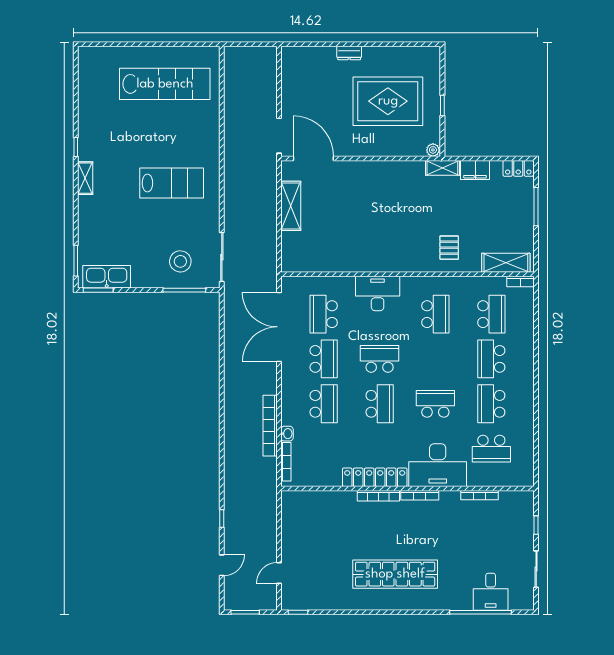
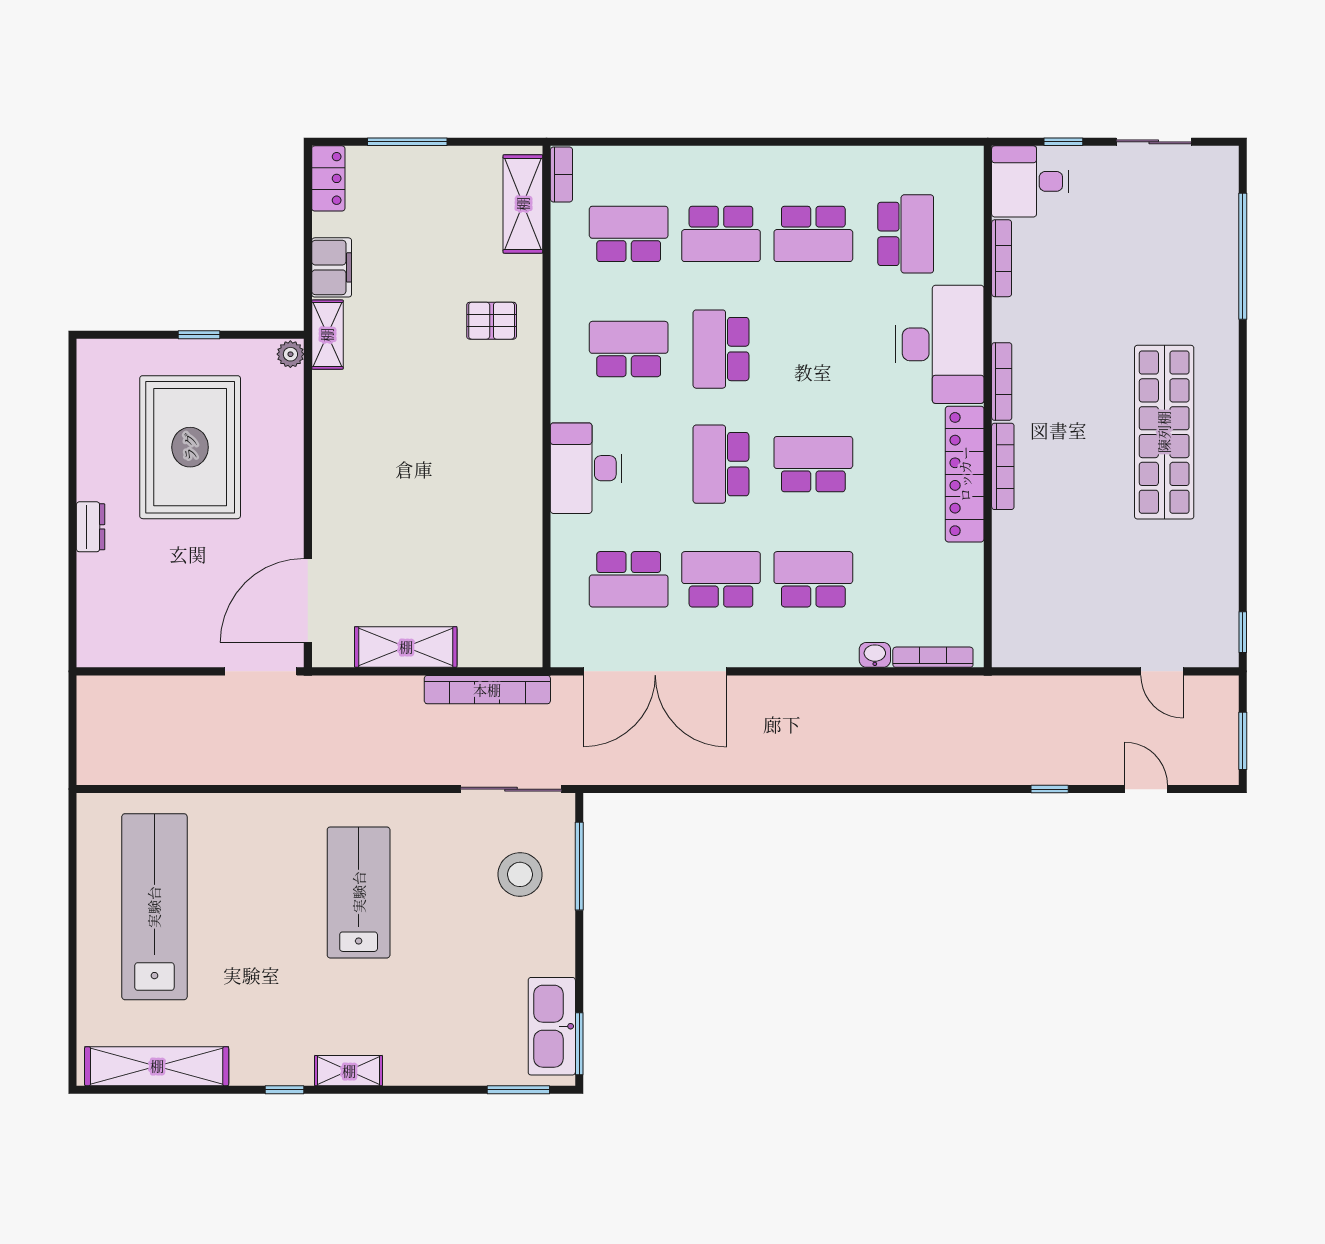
shelving: (87, 85) -> (157, 1066), added
school desk: (435, 404) -> (721, 349), moved
bookcase: (270, 426) -> (487, 690), moved
desk: (491, 592) -> (1030, 181), moved, turned 180

